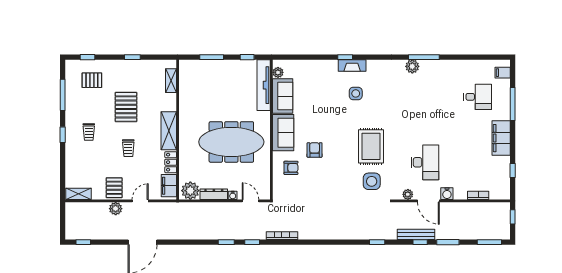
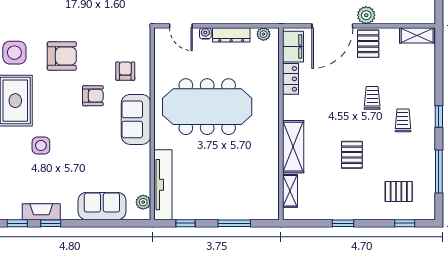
window: (370, 57) -> (17, 223), added
side table: (356, 93) -> (41, 146), moved
sofa: (283, 96) -> (102, 206), moved, turned 90
pallet: (126, 107) -> (352, 155), width x0.67, depth x0.71
shelving: (169, 131) -> (293, 147), moved
trolley: (128, 148) -> (372, 98), moved
armchair: (315, 150) -> (93, 96), turned -90
armchair: (291, 168) -> (125, 71), turned 90
armchair: (337, 179) -> (62, 56), added
plant: (190, 191) -> (264, 34), width x0.53, depth x0.53
door: (140, 201) -> (332, 26), width x1.88

